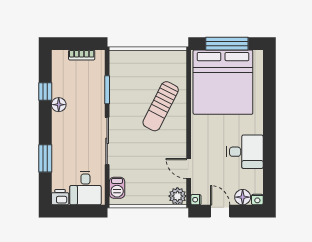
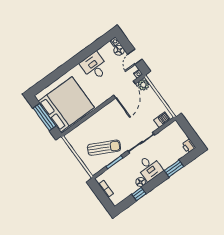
sun lounger: (161, 106) -> (104, 148), moved
door: (189, 168) -> (125, 90), width x1.88
desk: (85, 188) -> (150, 168), moved, turned 90

